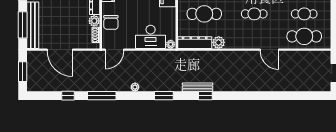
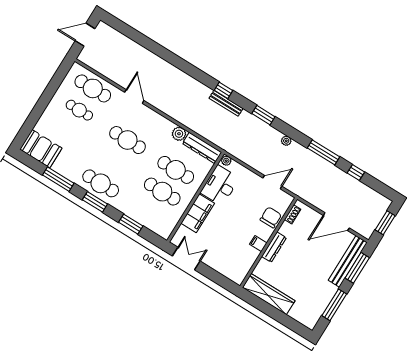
cafe table: (254, 14) -> (128, 140), width x1.37, depth x1.35
plant: (94, 21) -> (286, 229), removed
desk: (151, 37) -> (220, 185), moved, turned -90
door: (60, 50) -> (336, 222), swing flipped
door: (114, 50) -> (272, 182), moved

